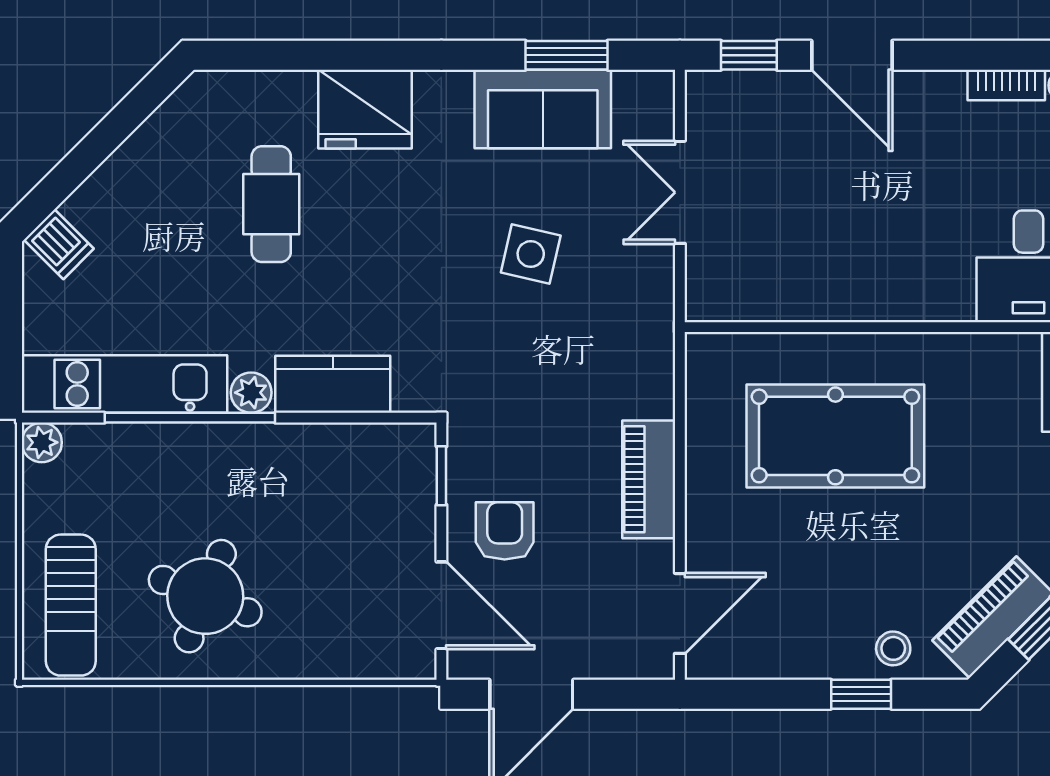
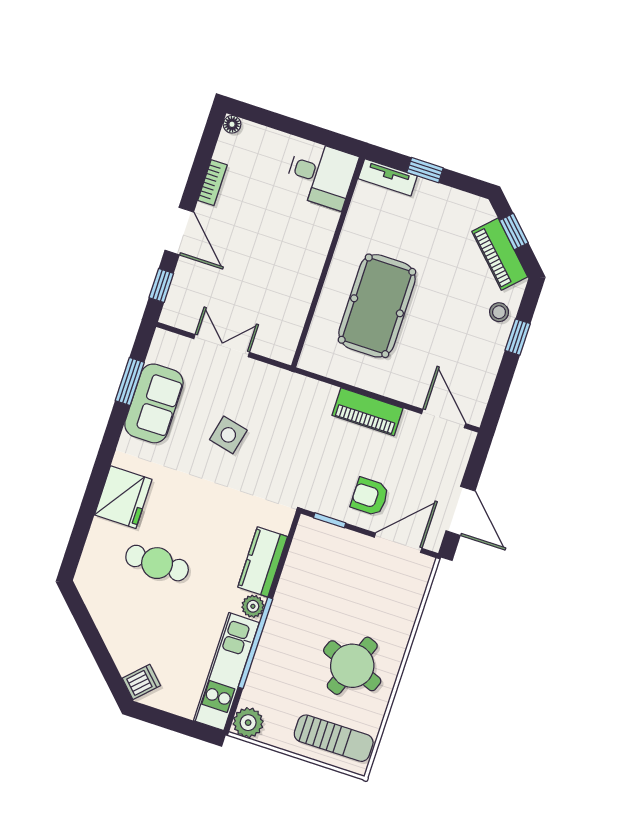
door: (852, 55) -> (179, 231), hinge flipped
bookcase: (1006, 85) -> (213, 183), moved
double door: (680, 192) -> (222, 346), swing flipped
plant: (42, 442) -> (248, 723), width x1.38, depth x1.38

